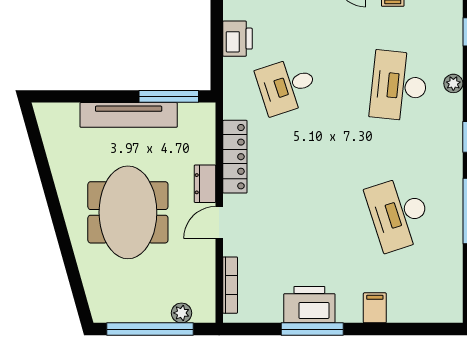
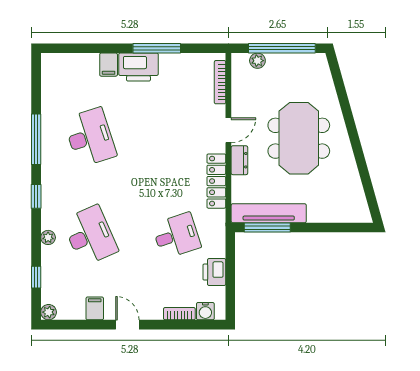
desk: (399, 86) -> (90, 236), turned -30
tv unit: (129, 115) -> (269, 213), moved
printer: (309, 305) -> (138, 67), moved

